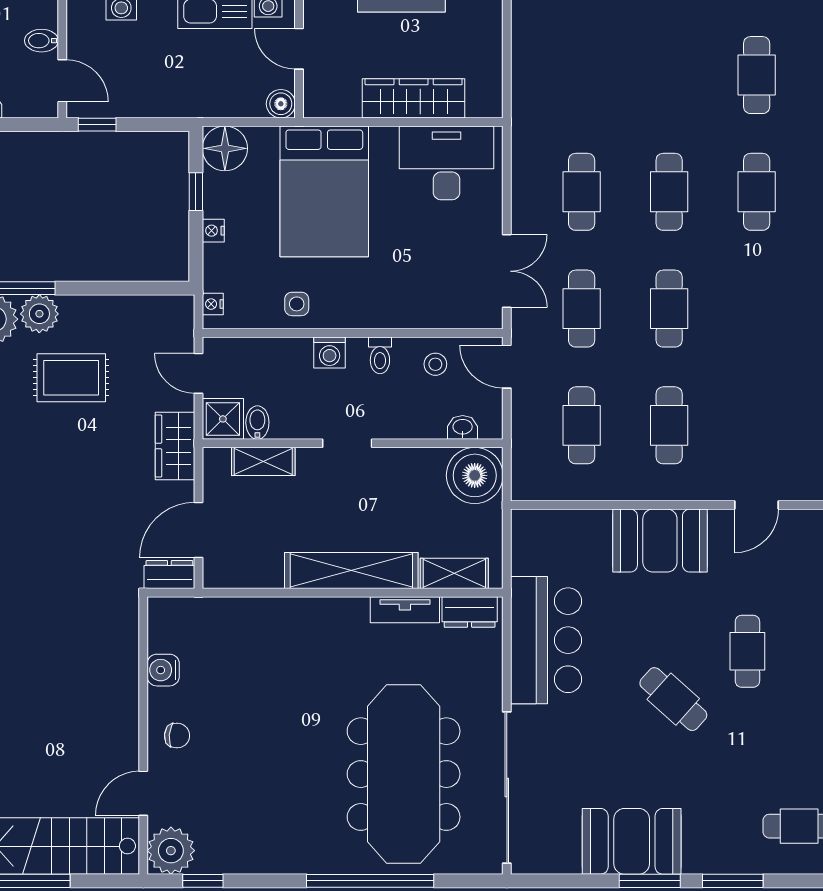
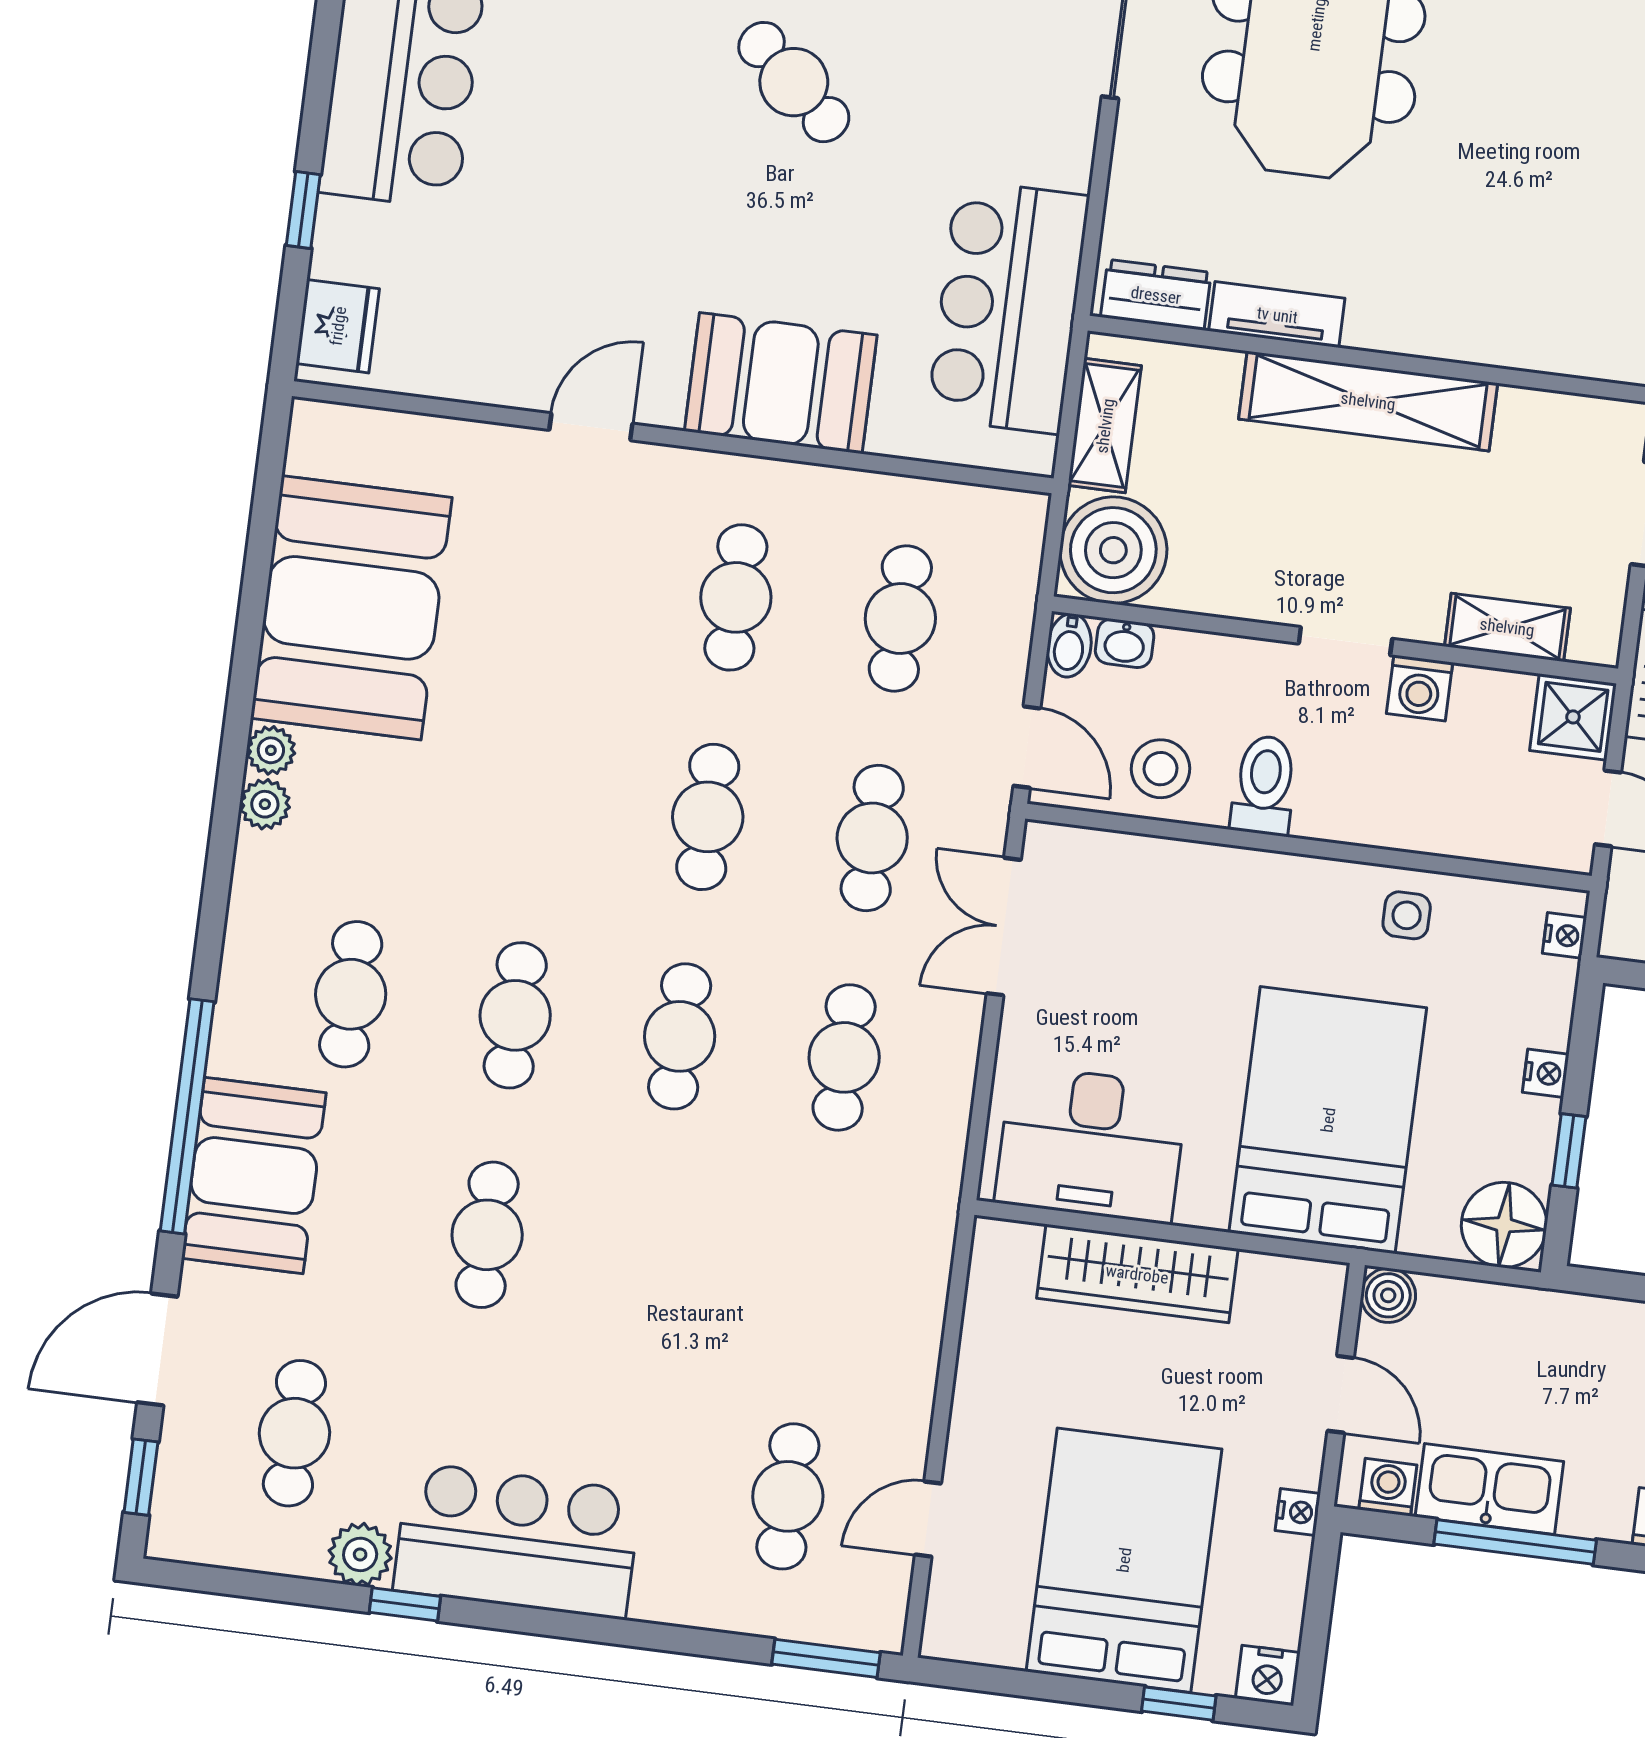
washing machine: (330, 352) -> (1420, 688), moved, turned 180
toilet: (380, 355) -> (1264, 785), width x1.37, depth x1.39
stool: (435, 364) -> (1161, 769), width x1.37, depth x1.37
bidet: (257, 423) -> (1069, 645), moved
shelving: (454, 573) -> (1105, 426), moved, turned 90
bar counter: (546, 640) -> (1008, 307), moved
cafe table: (747, 651) -> (643, 154), removed

